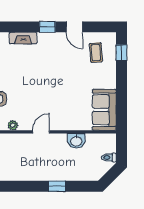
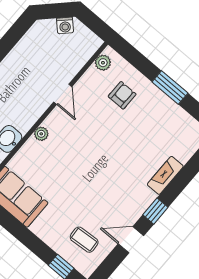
plant: (13, 125) -> (41, 134), moved
door: (41, 132) -> (63, 94), moved

